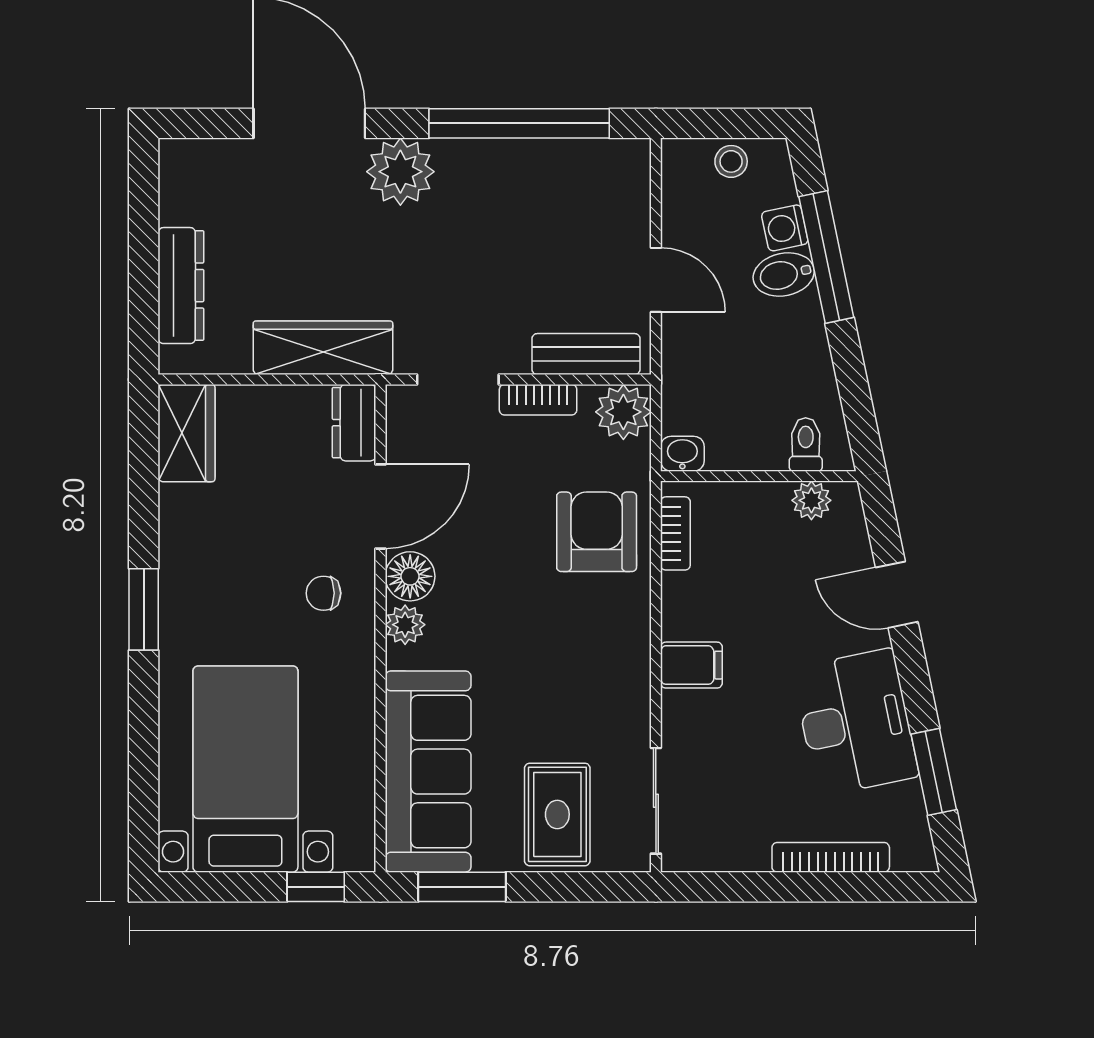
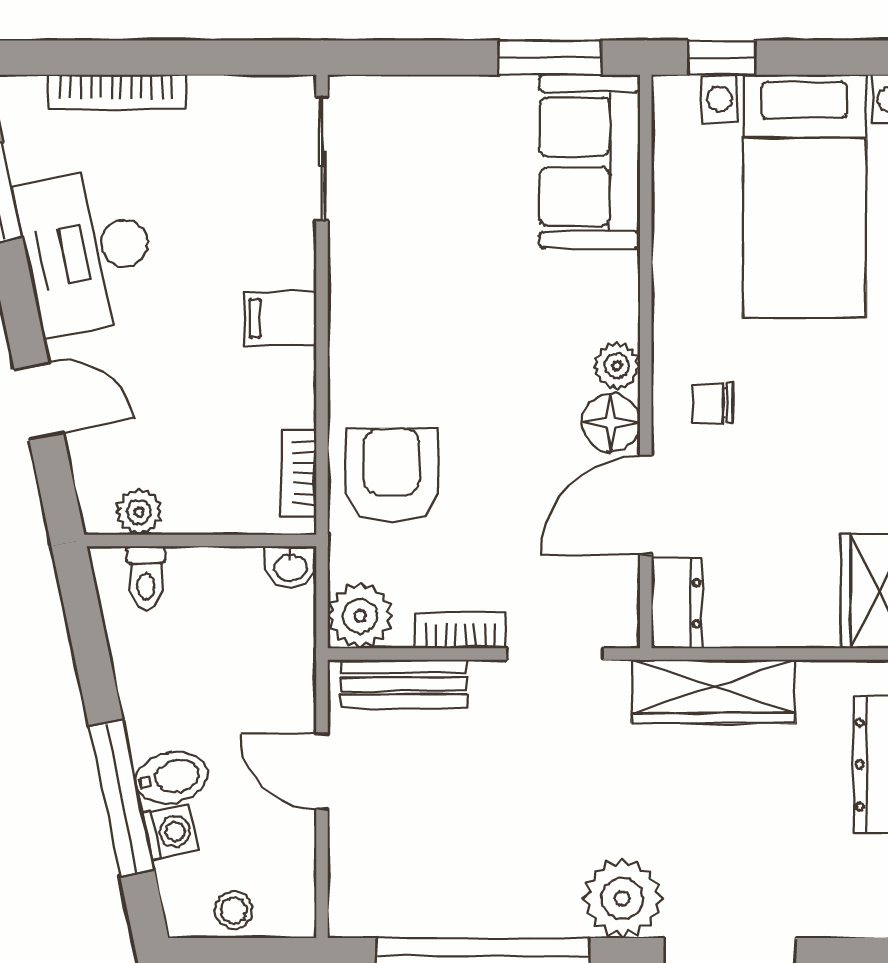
armchair: (597, 532) -> (392, 475), turned 180
chair: (323, 593) -> (713, 403), turned 180
sofa: (428, 772) -> (590, 162), width x0.73
rug: (557, 814) -> (438, 143), removed

